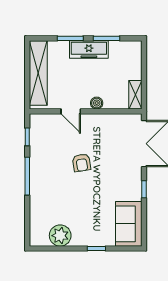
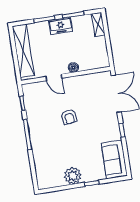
freezer: (89, 49) -> (60, 26), width x0.71
shelving: (135, 95) -> (98, 24), moved
plant: (60, 236) -> (73, 176), moved

